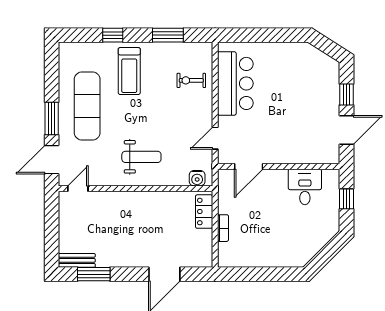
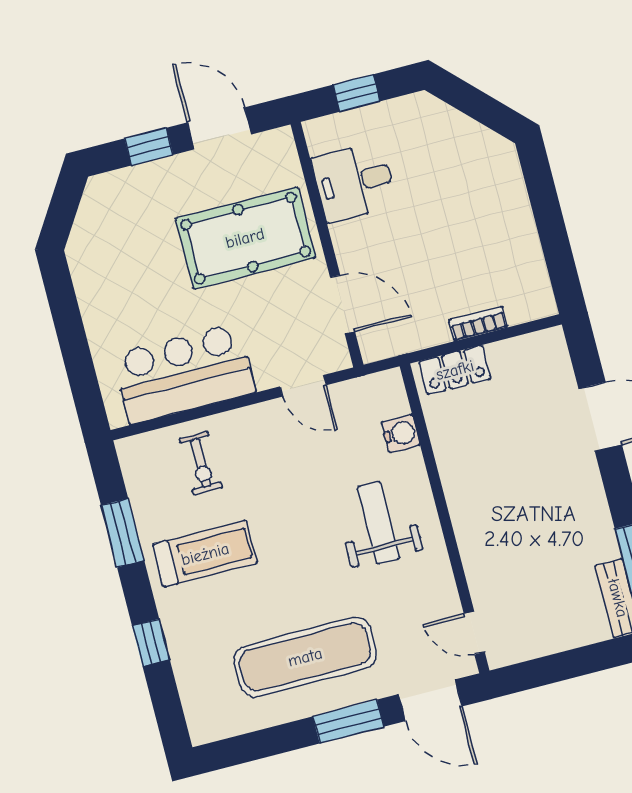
treadmill: (129, 71) -> (205, 554), moved
pool table: (292, 129) -> (245, 238), added
water cooler: (197, 178) -> (401, 434), moved

